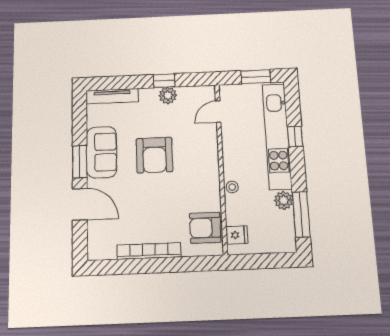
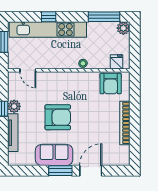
tv unit: (112, 96) -> (13, 133), moved
plant: (284, 200) -> (123, 28), moved

